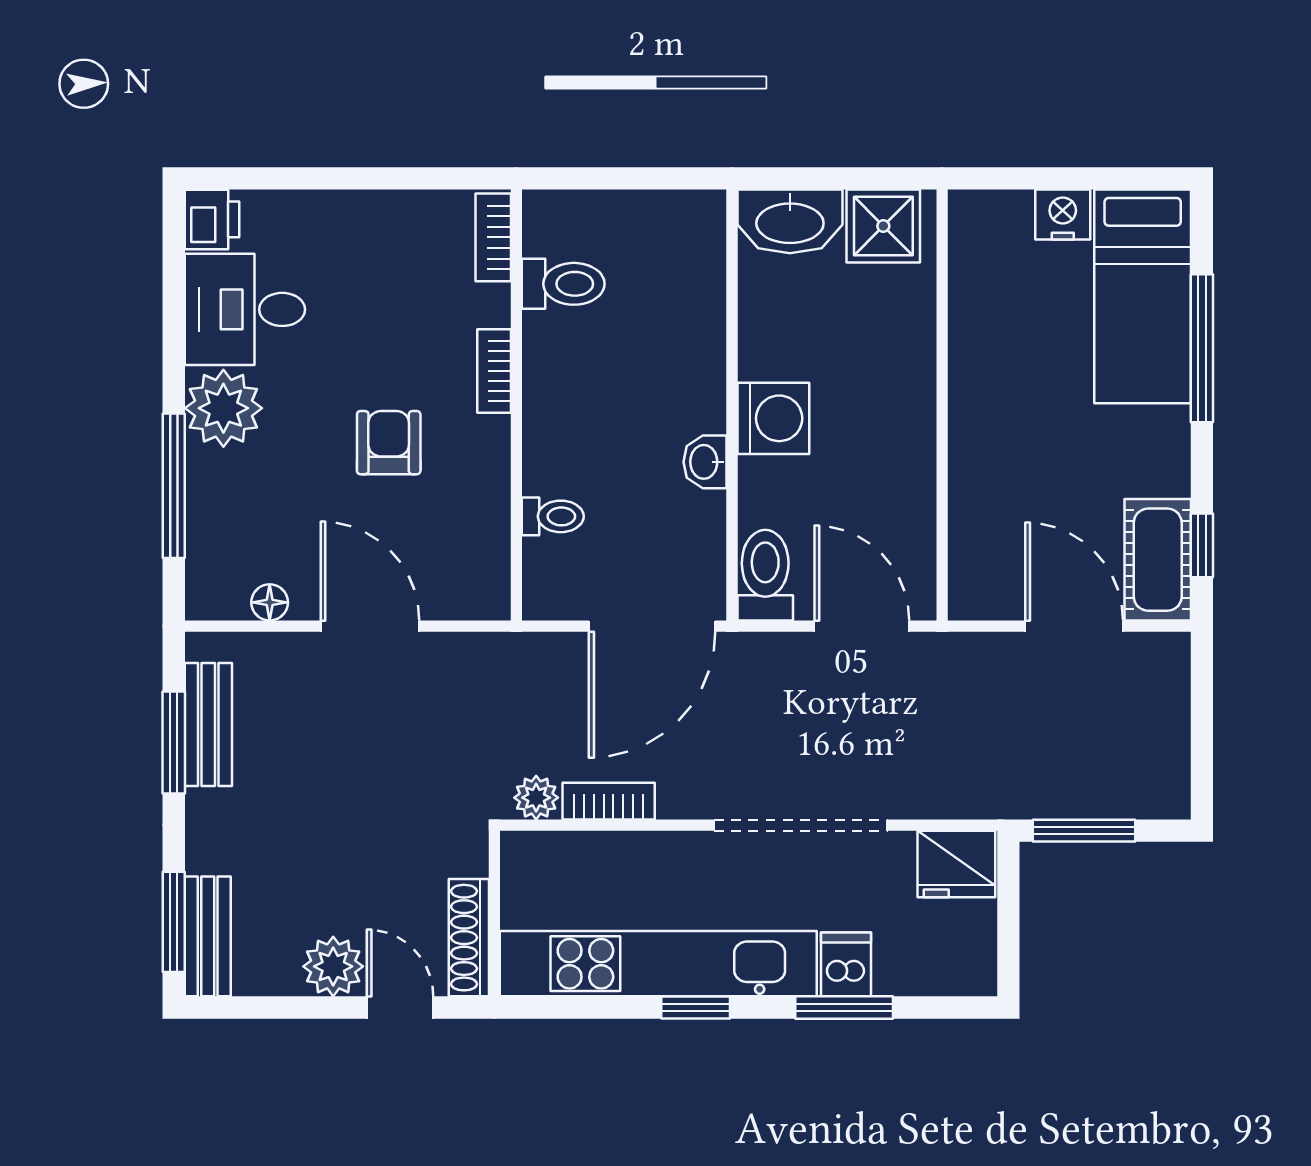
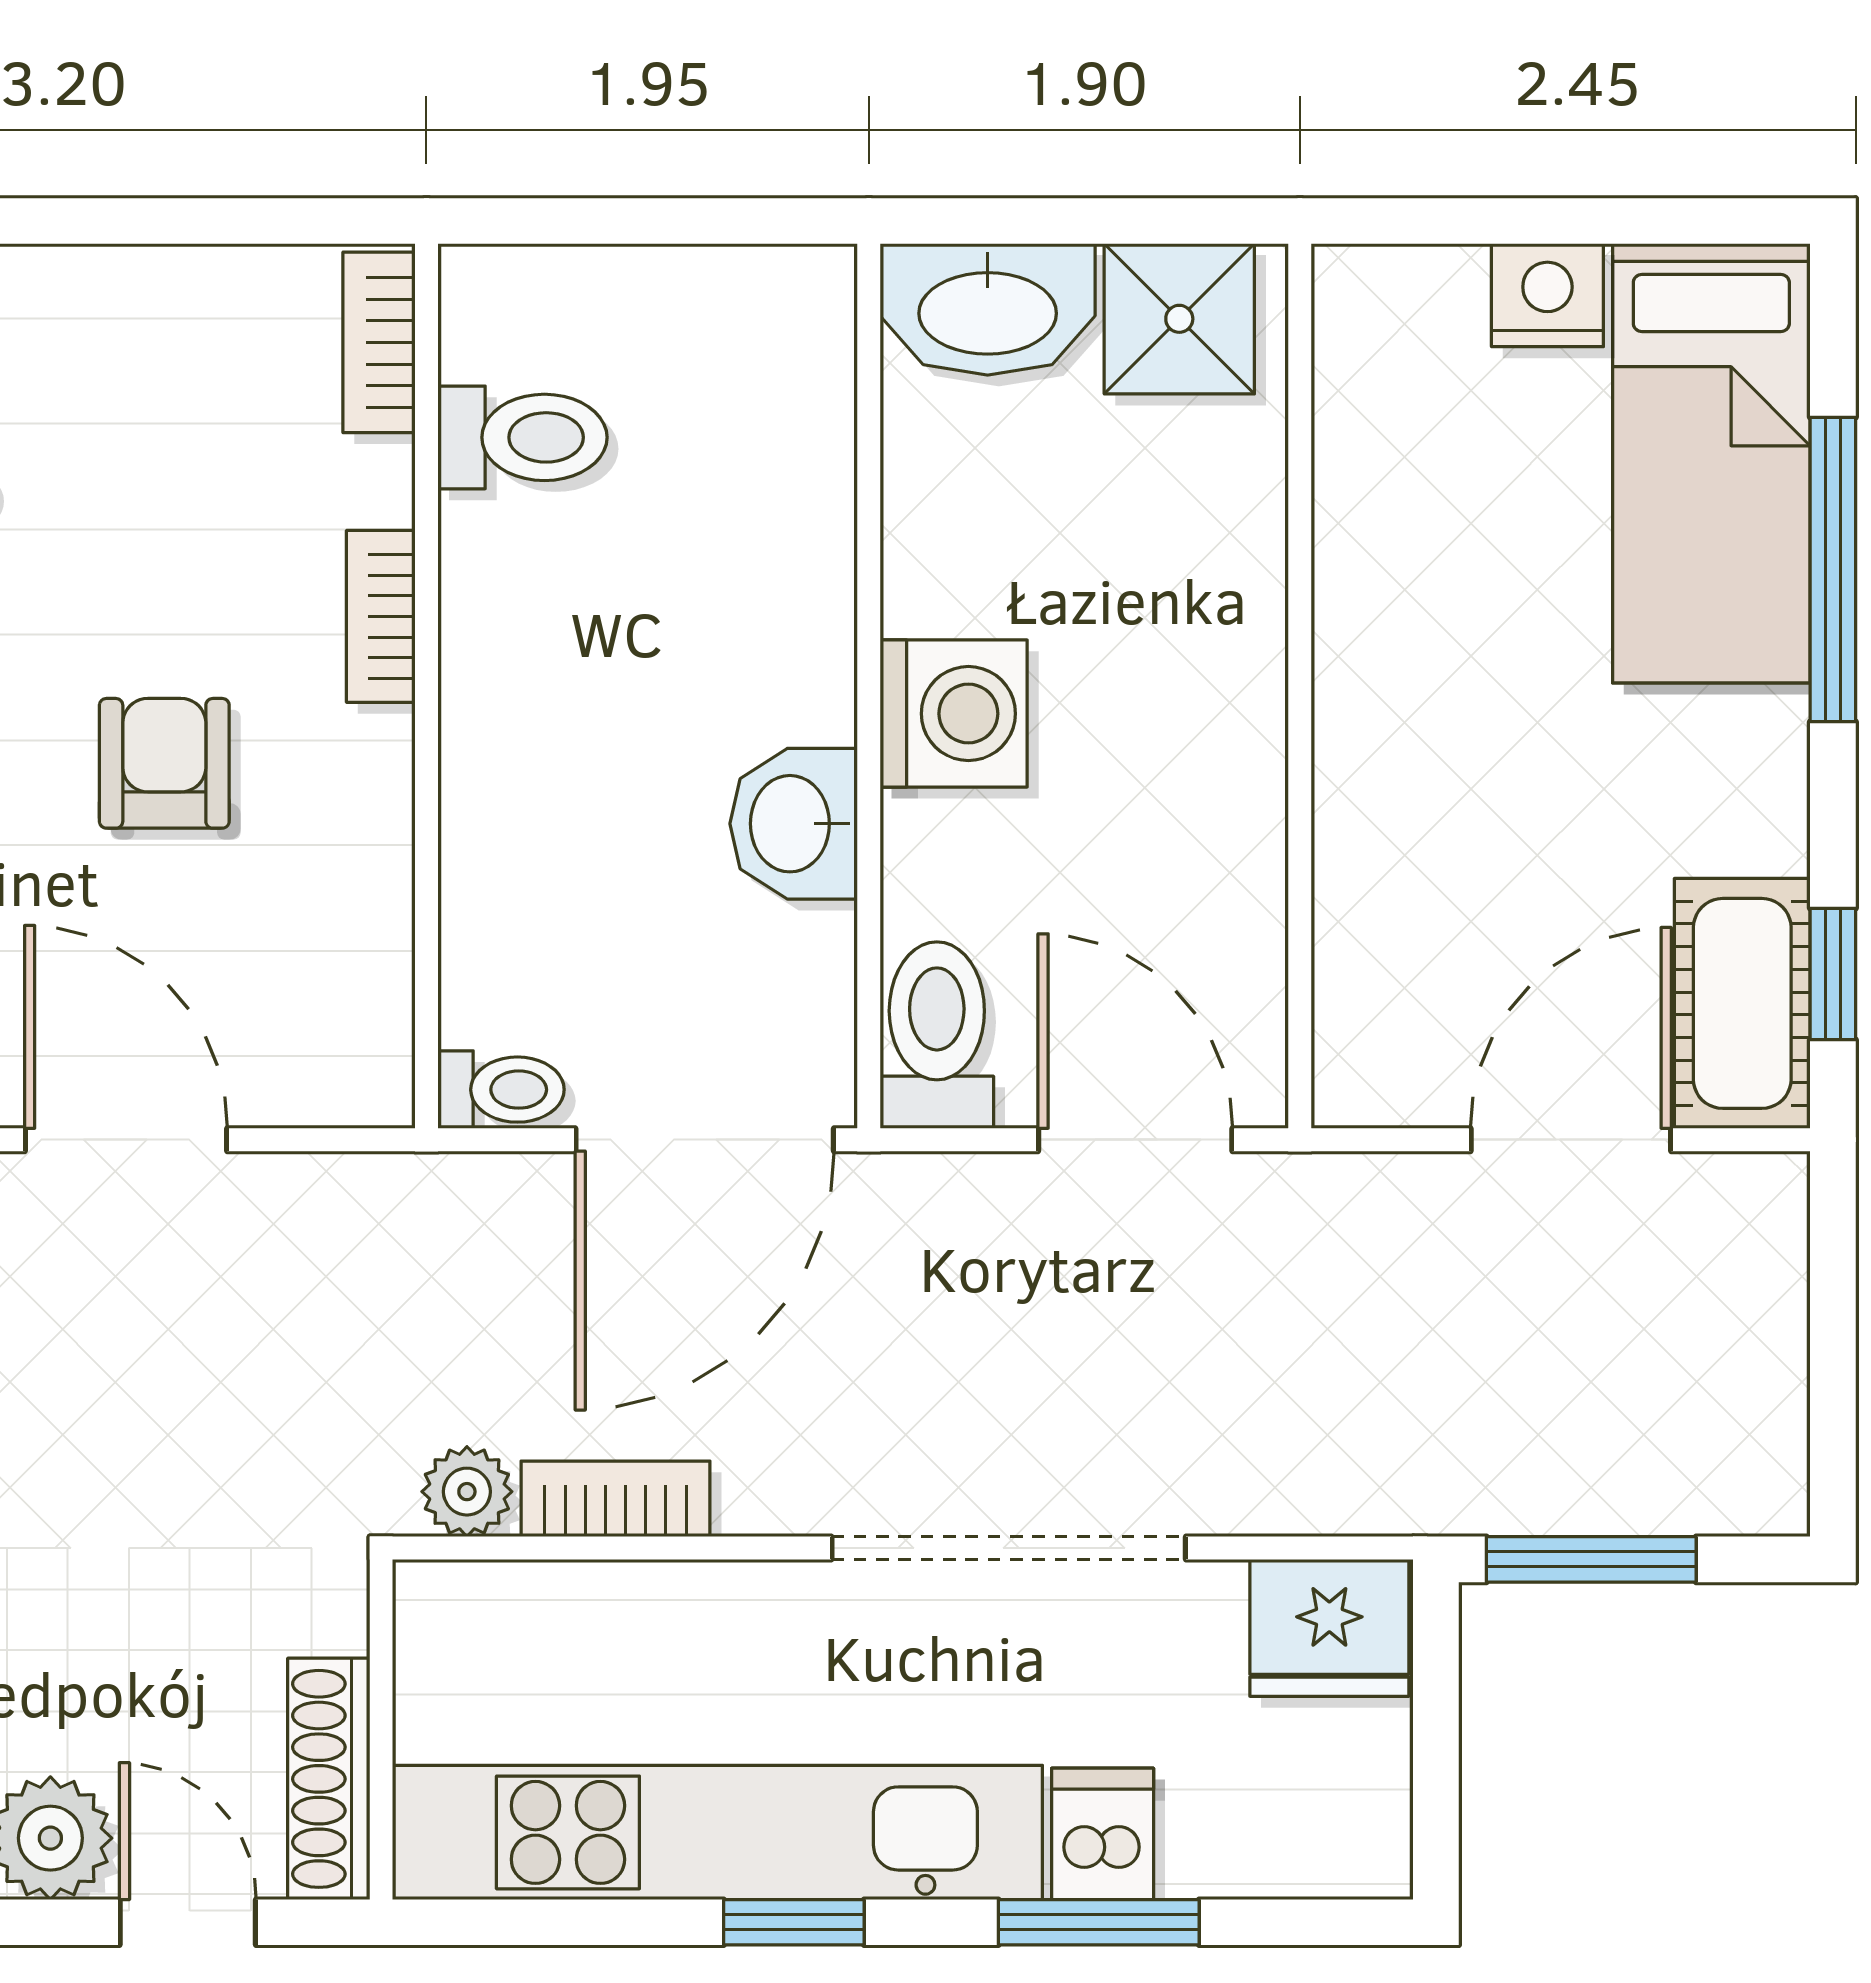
washbasin: (705, 462) -> (794, 824), width x1.38, depth x1.45
toilet: (553, 516) -> (501, 1090), moved
door: (1074, 626) -> (1571, 1140), hinge flipped

